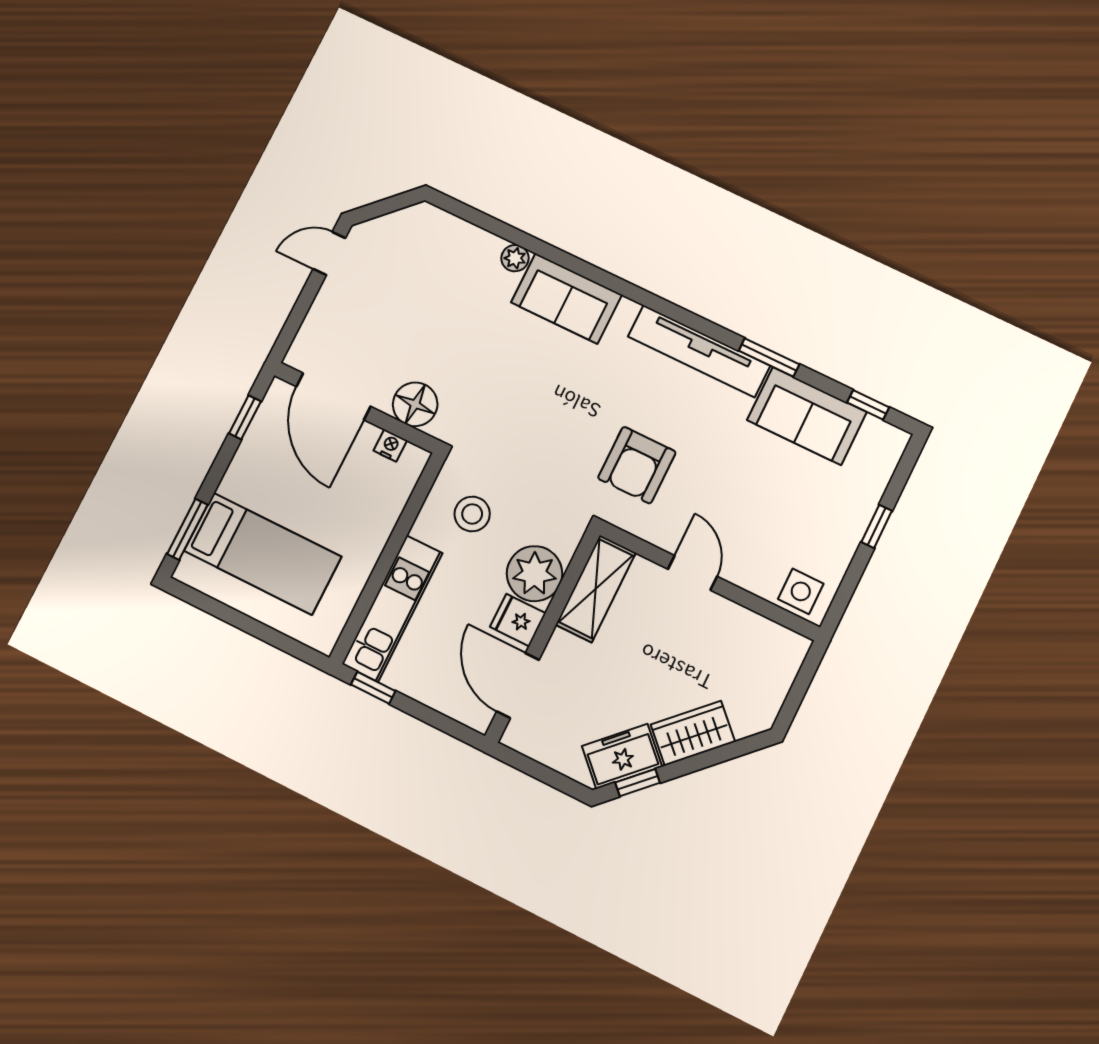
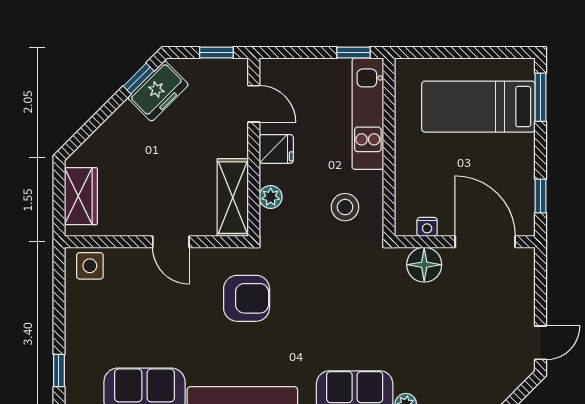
armchair: (637, 465) -> (247, 298), turned 90
window: (877, 526) -> (59, 371), moved
plant: (535, 574) -> (271, 197), width x0.53, depth x0.53
door: (518, 686) -> (254, 104), width x0.73
wardrobe: (693, 733) -> (81, 196), moved, turned -45
window: (532, 768) -> (216, 52), added

